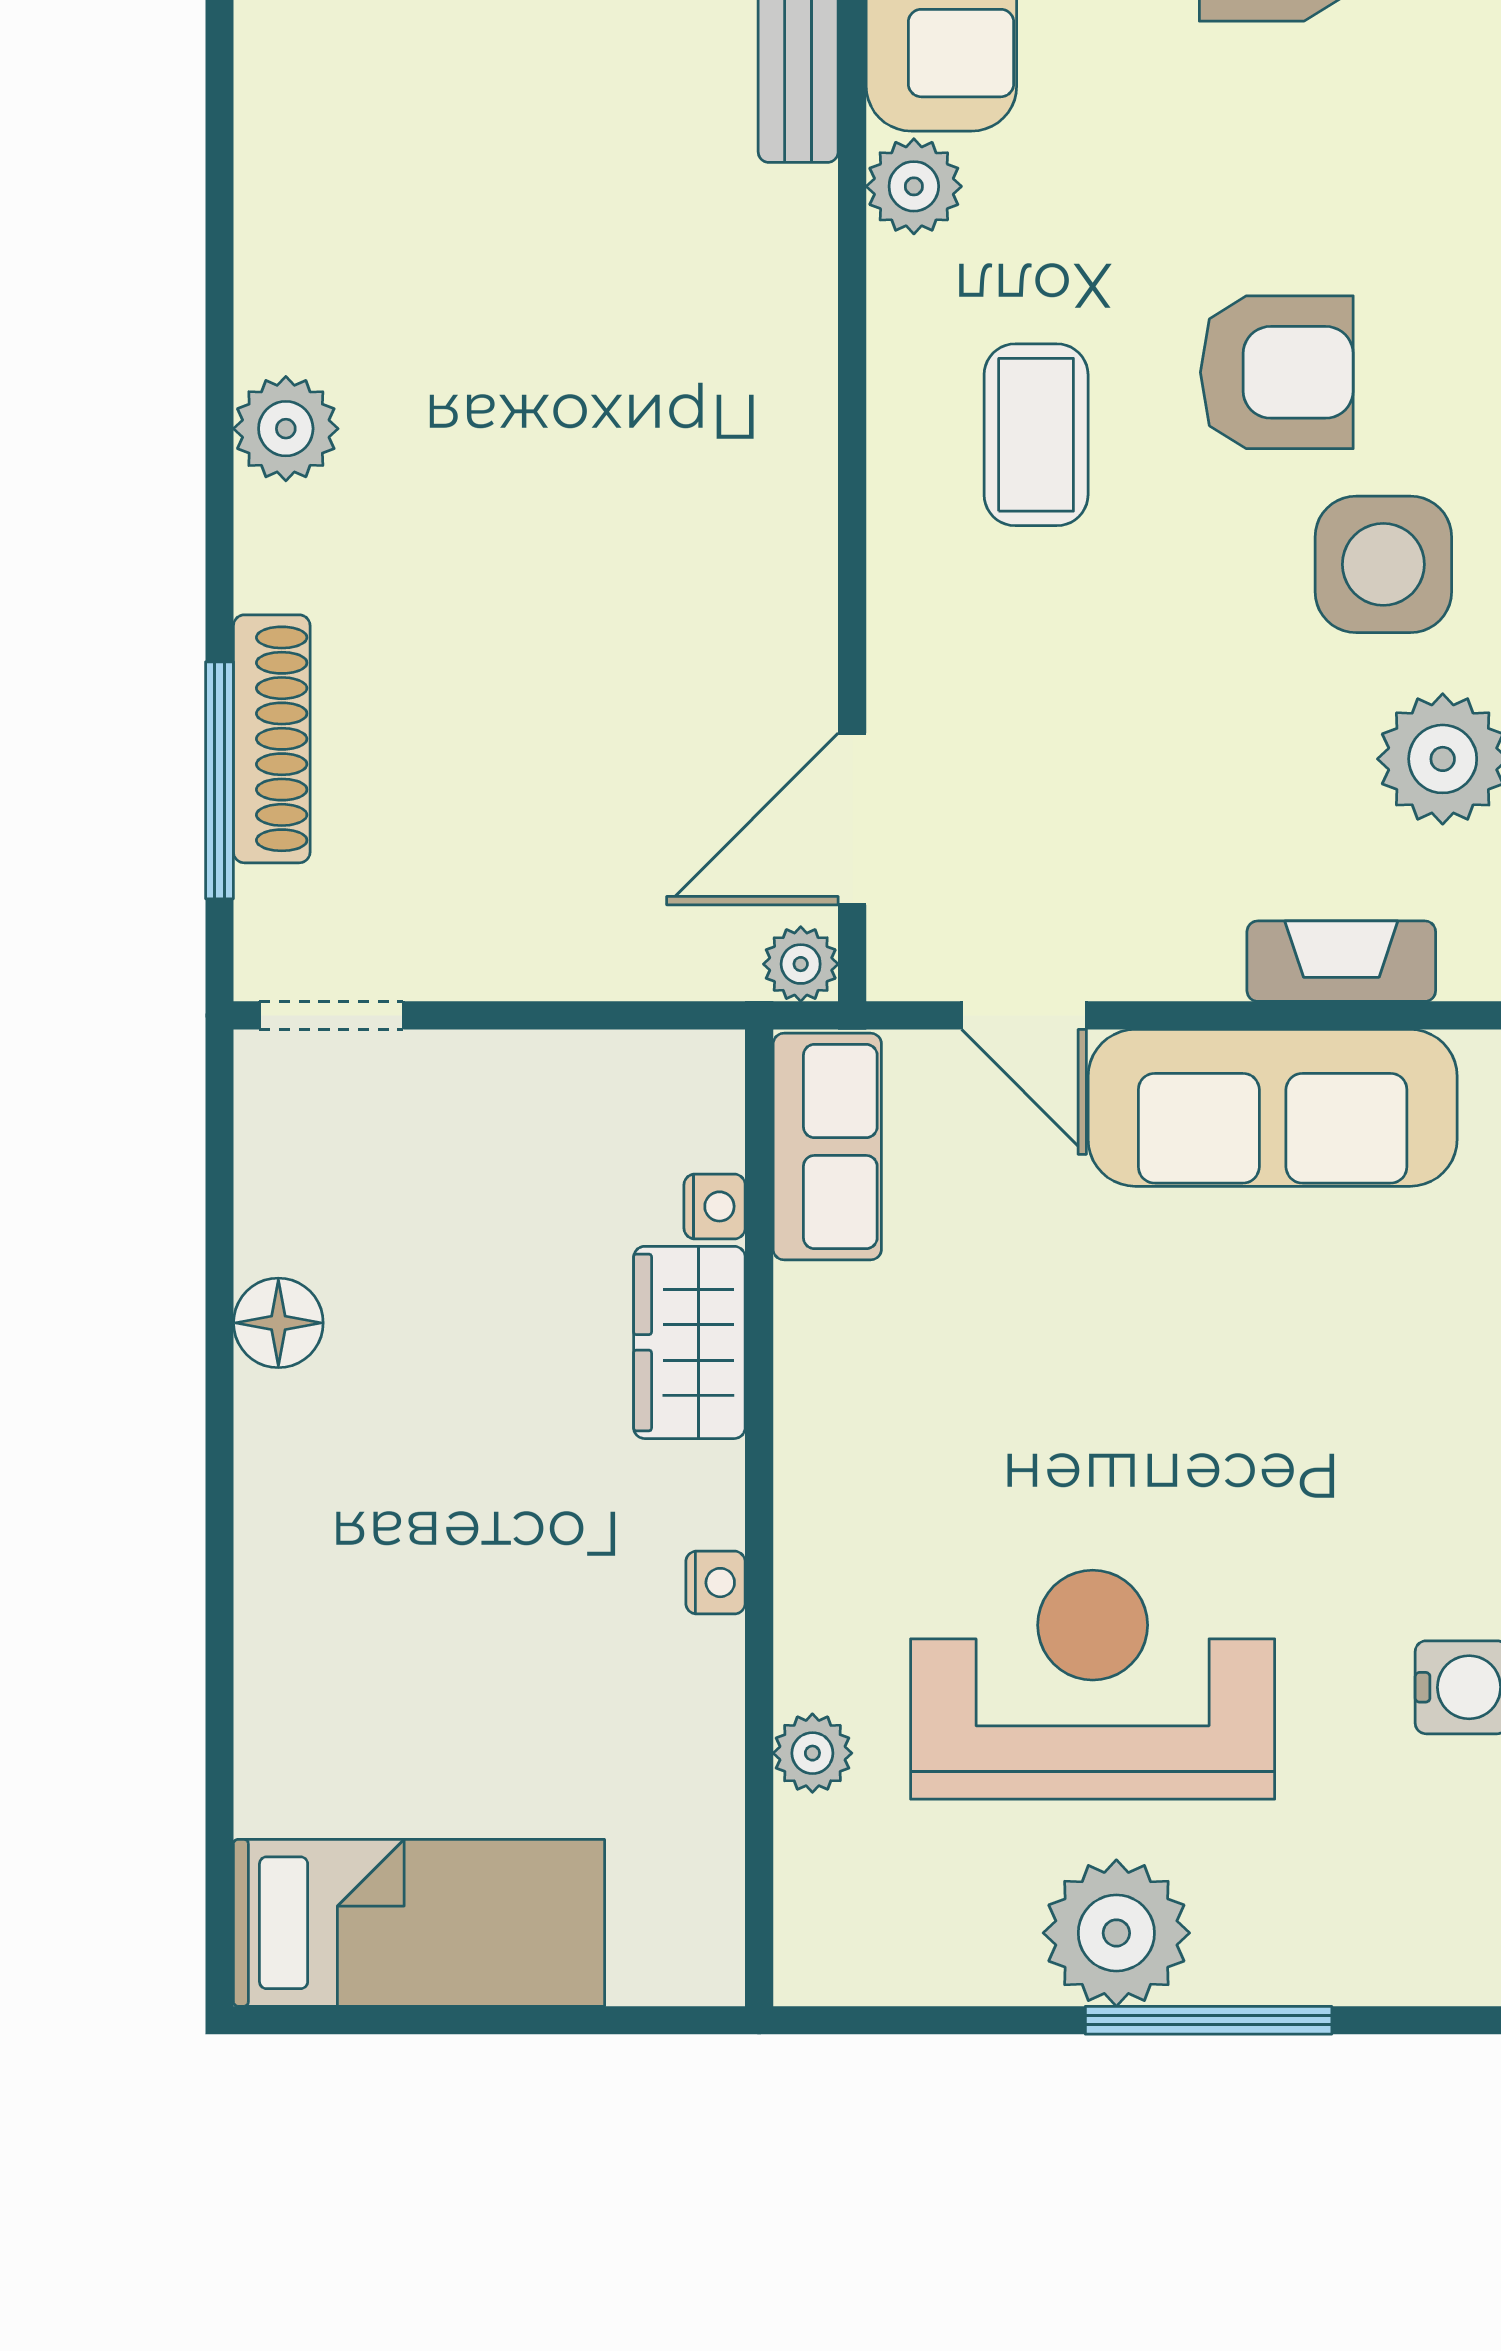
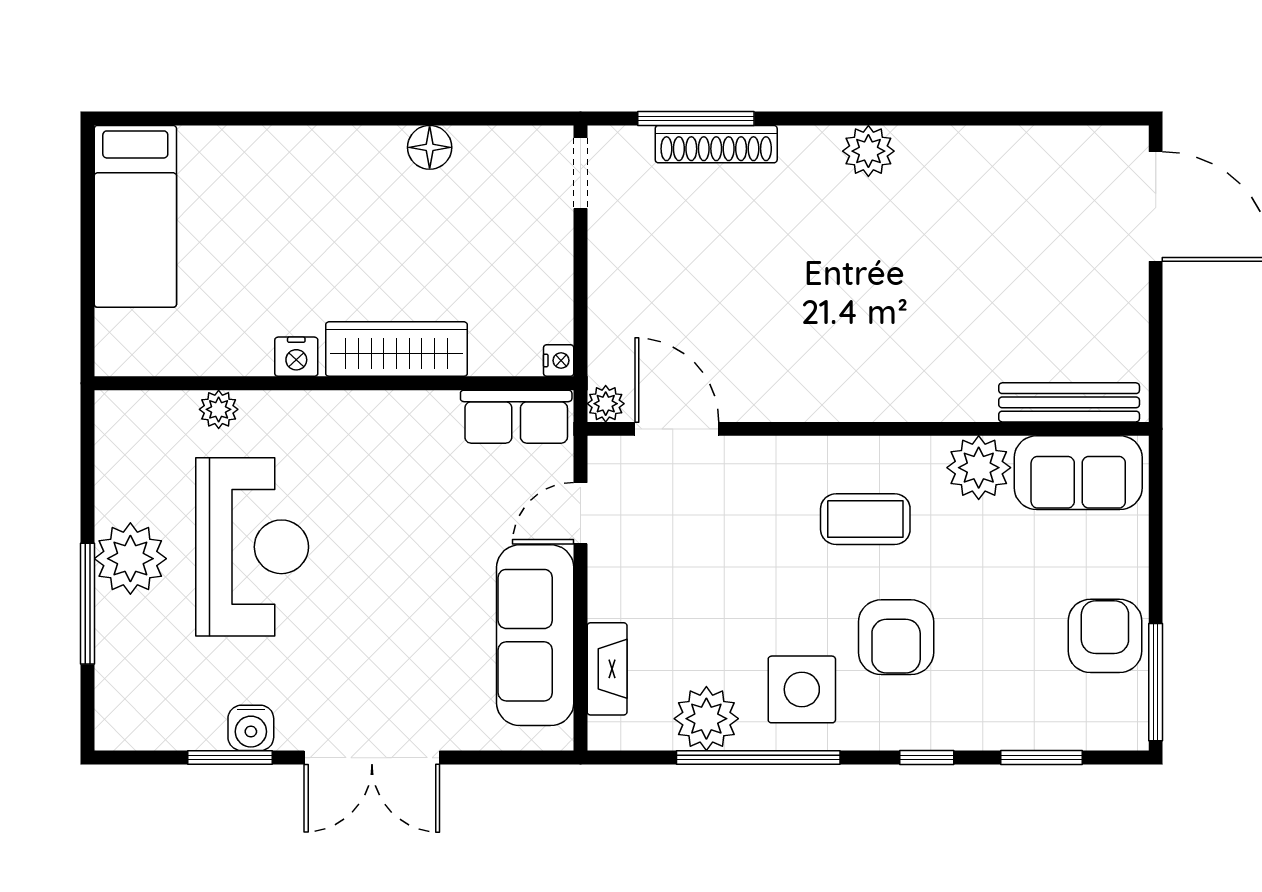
plant: (914, 186) -> (979, 468), width x1.36, depth x1.36
nightstand: (715, 1206) -> (559, 360), moved, turned -90
wardrobe: (689, 1342) -> (396, 349), width x1.50
nightstand: (715, 1583) -> (296, 357), width x1.39, depth x1.35

